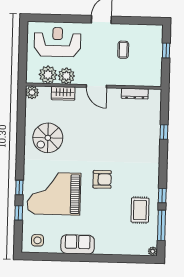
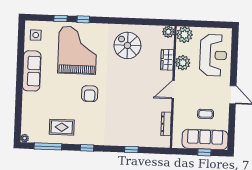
sofa: (152, 50) -> (205, 139), added
plant: (48, 75) -> (184, 35), moved
window: (162, 196) -> (87, 148), moved
sofa: (78, 244) -> (32, 71), width x1.36

